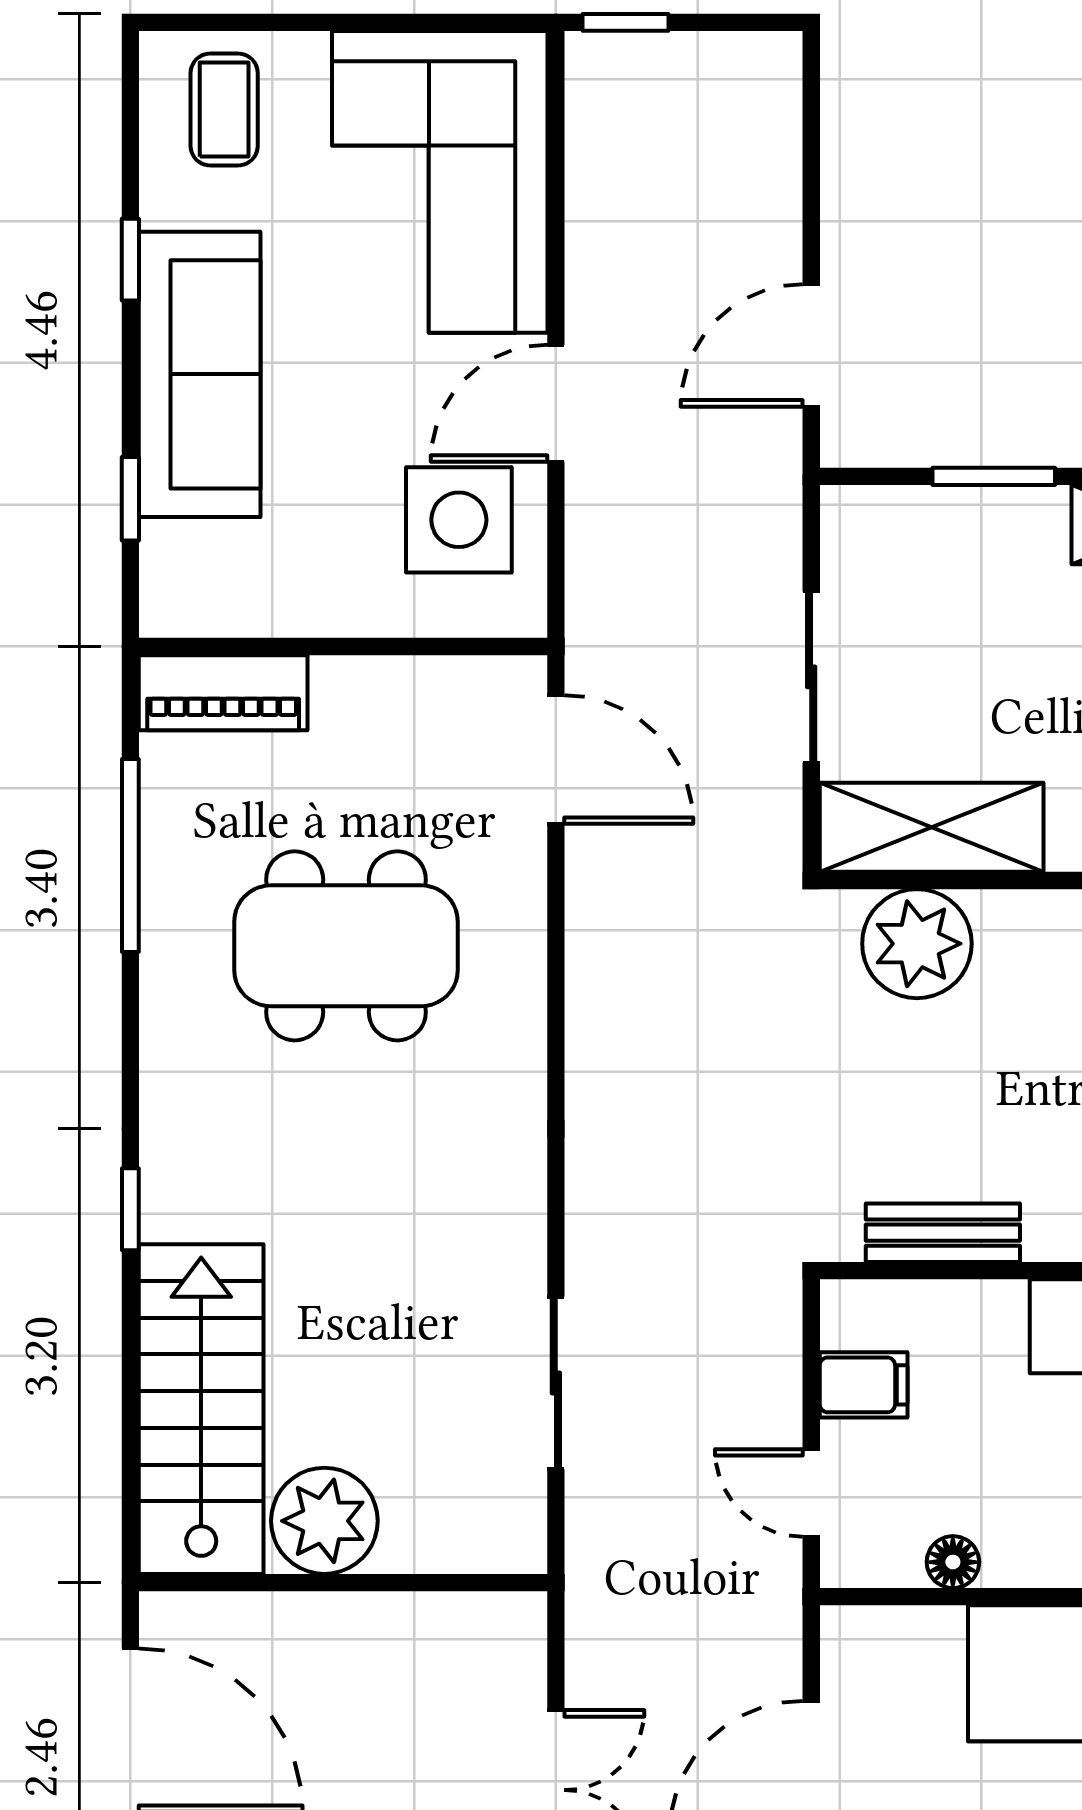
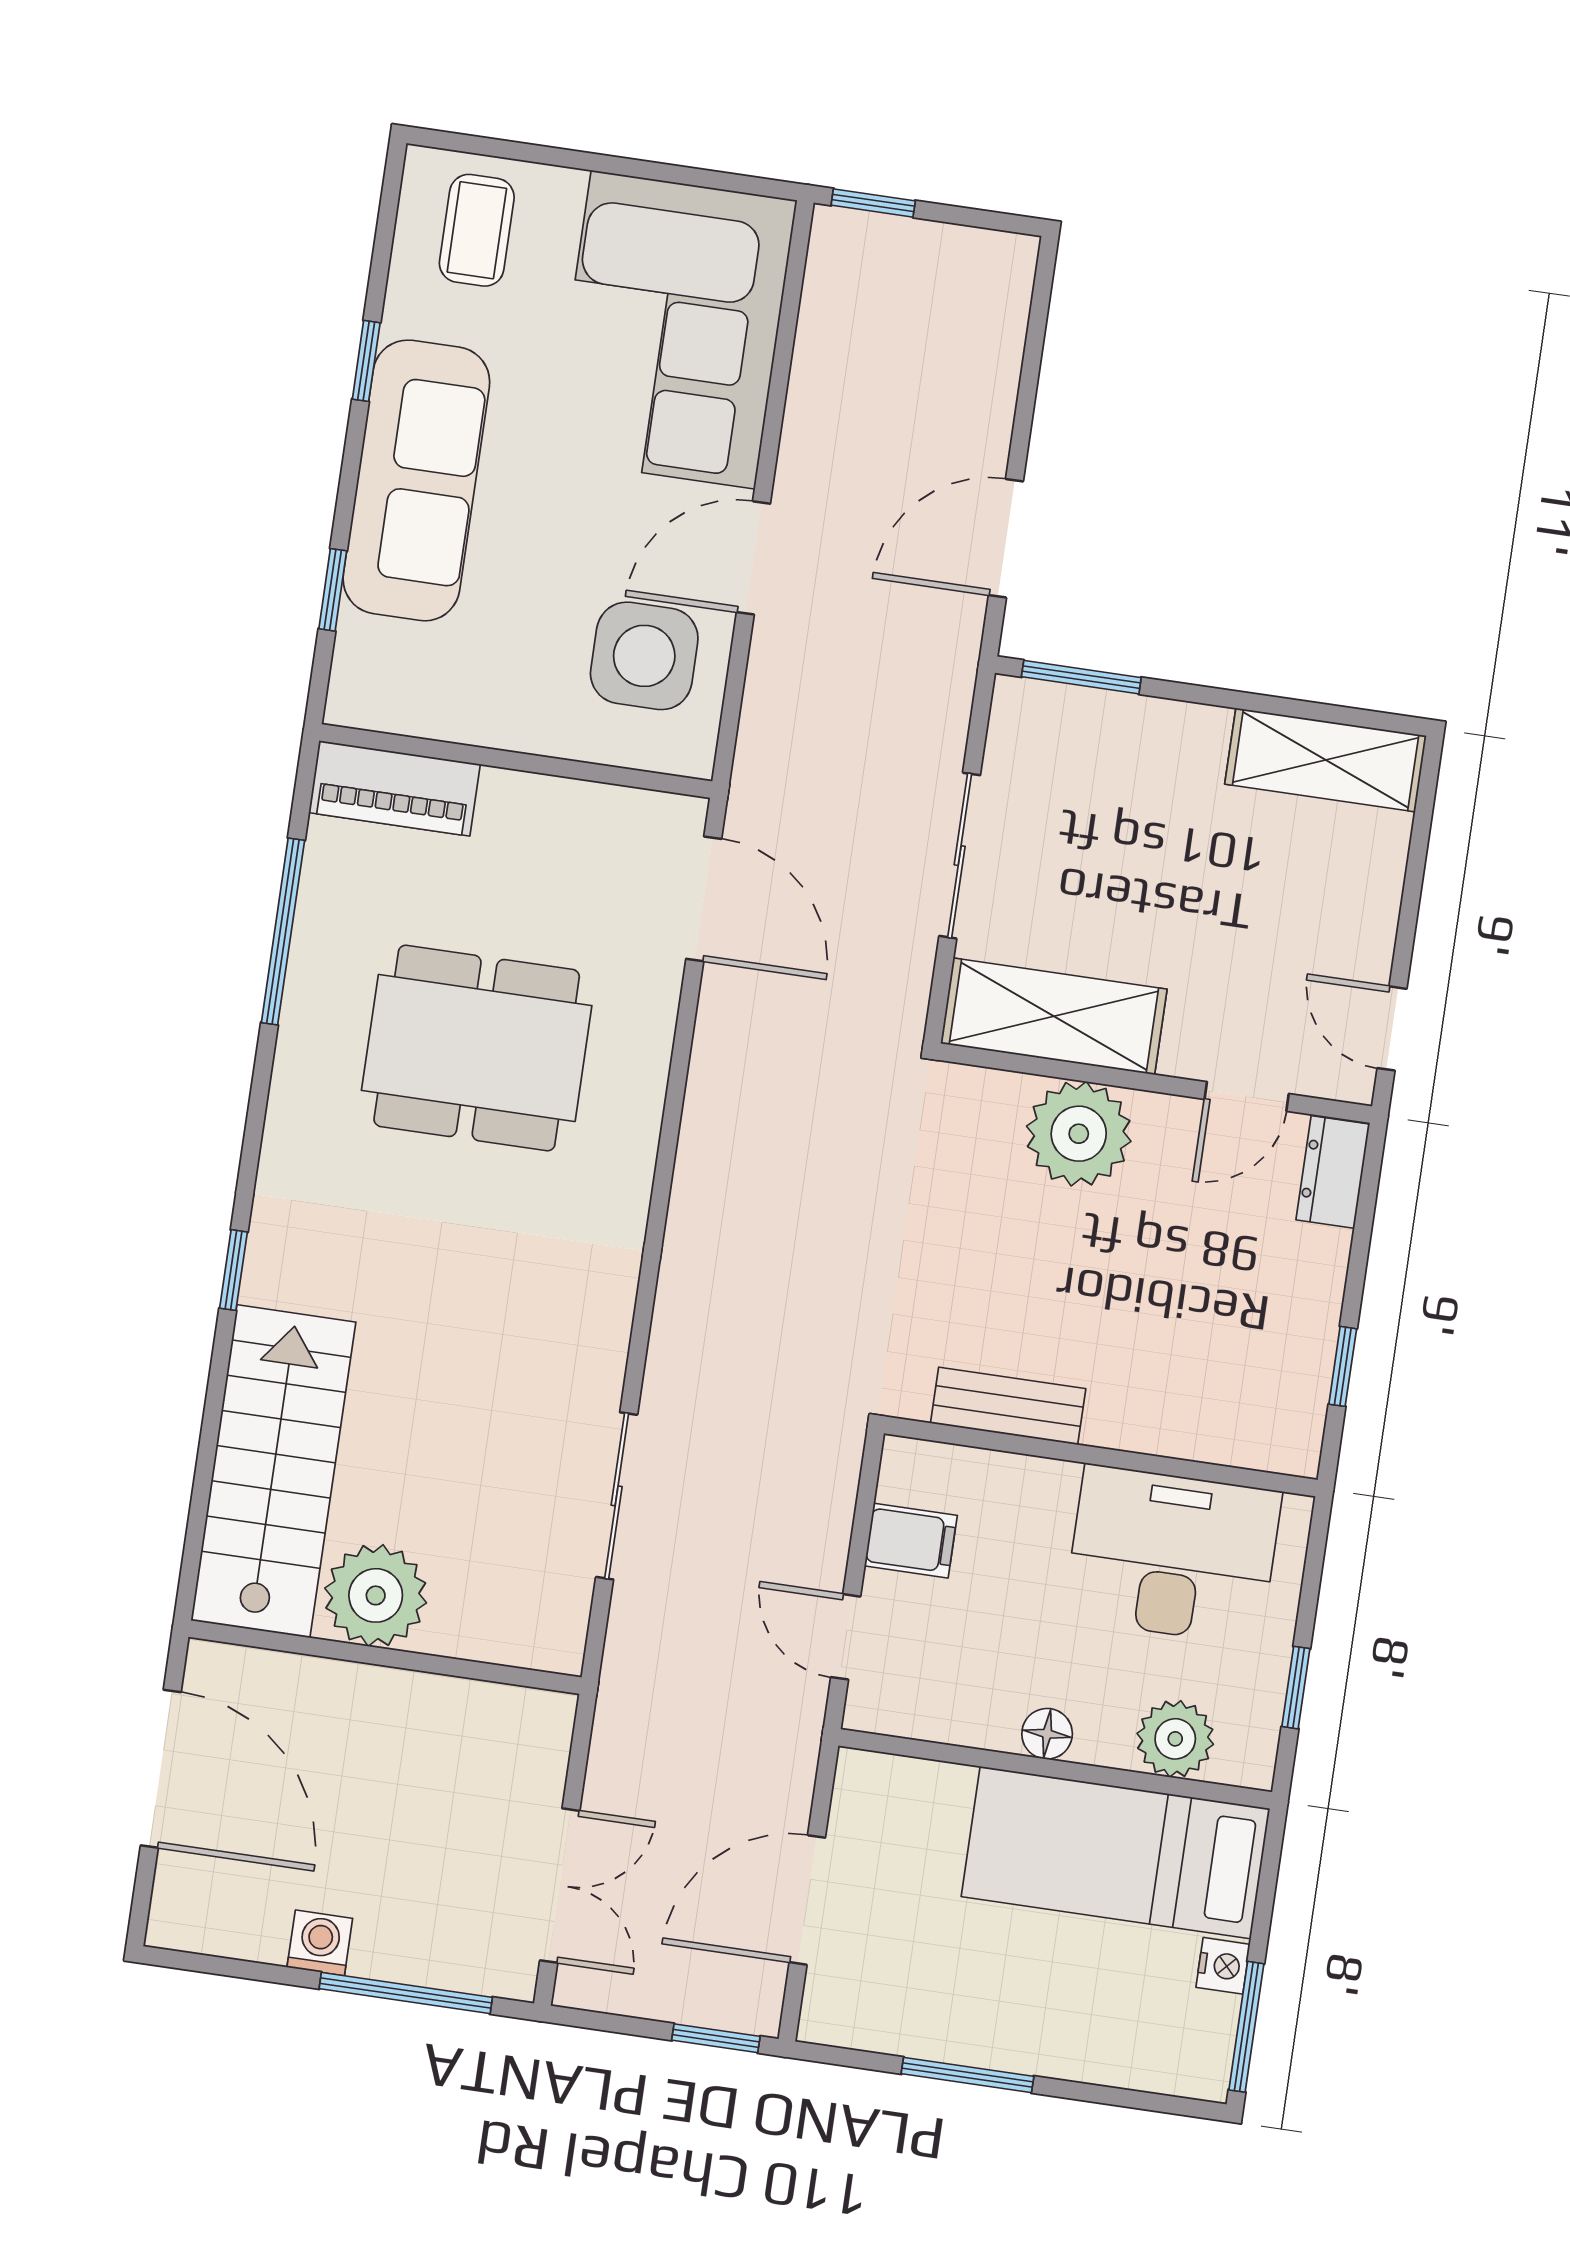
window: (994, 476) -> (1081, 677), moved
plant: (917, 944) -> (1079, 1134), moved
floor lamp: (953, 1562) -> (1047, 1734), moved

